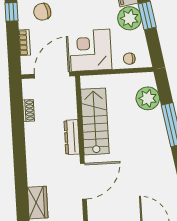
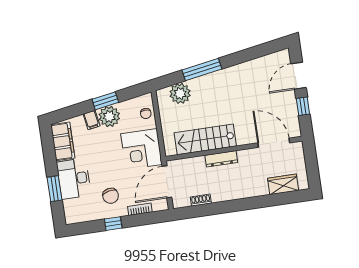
door: (52, 75) -> (167, 182), hinge flipped
door: (83, 181) -> (274, 143), moved

